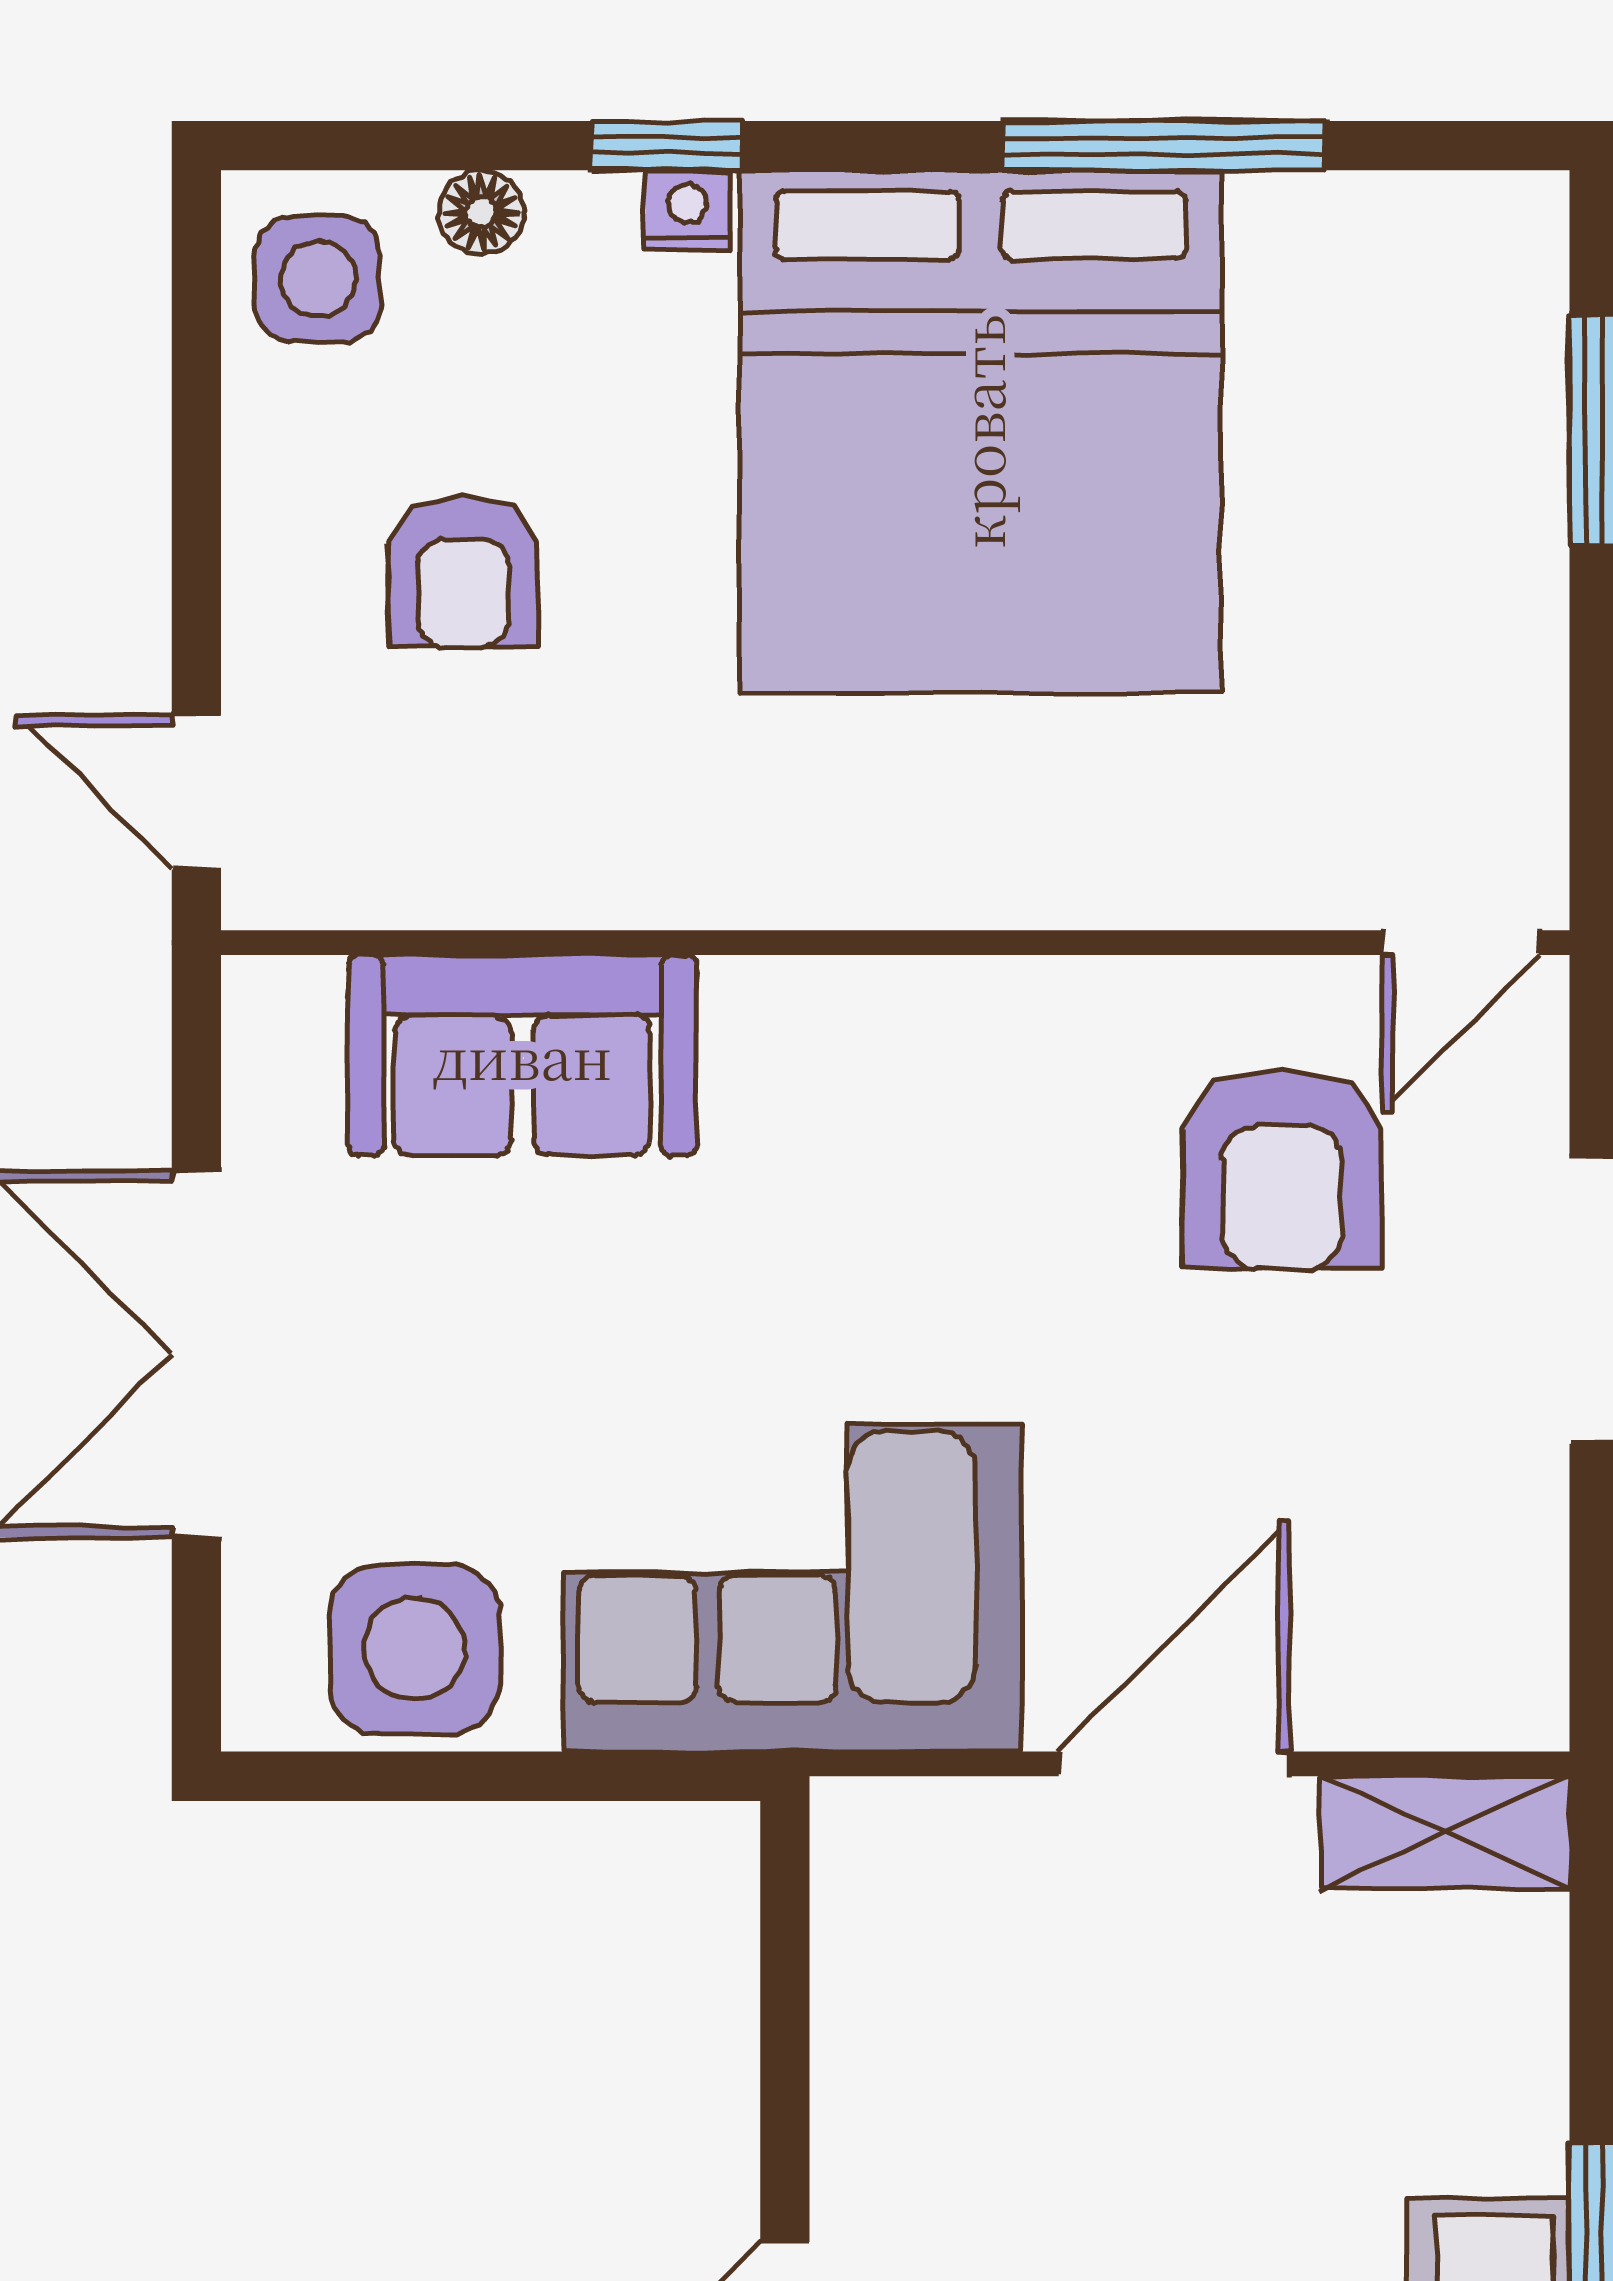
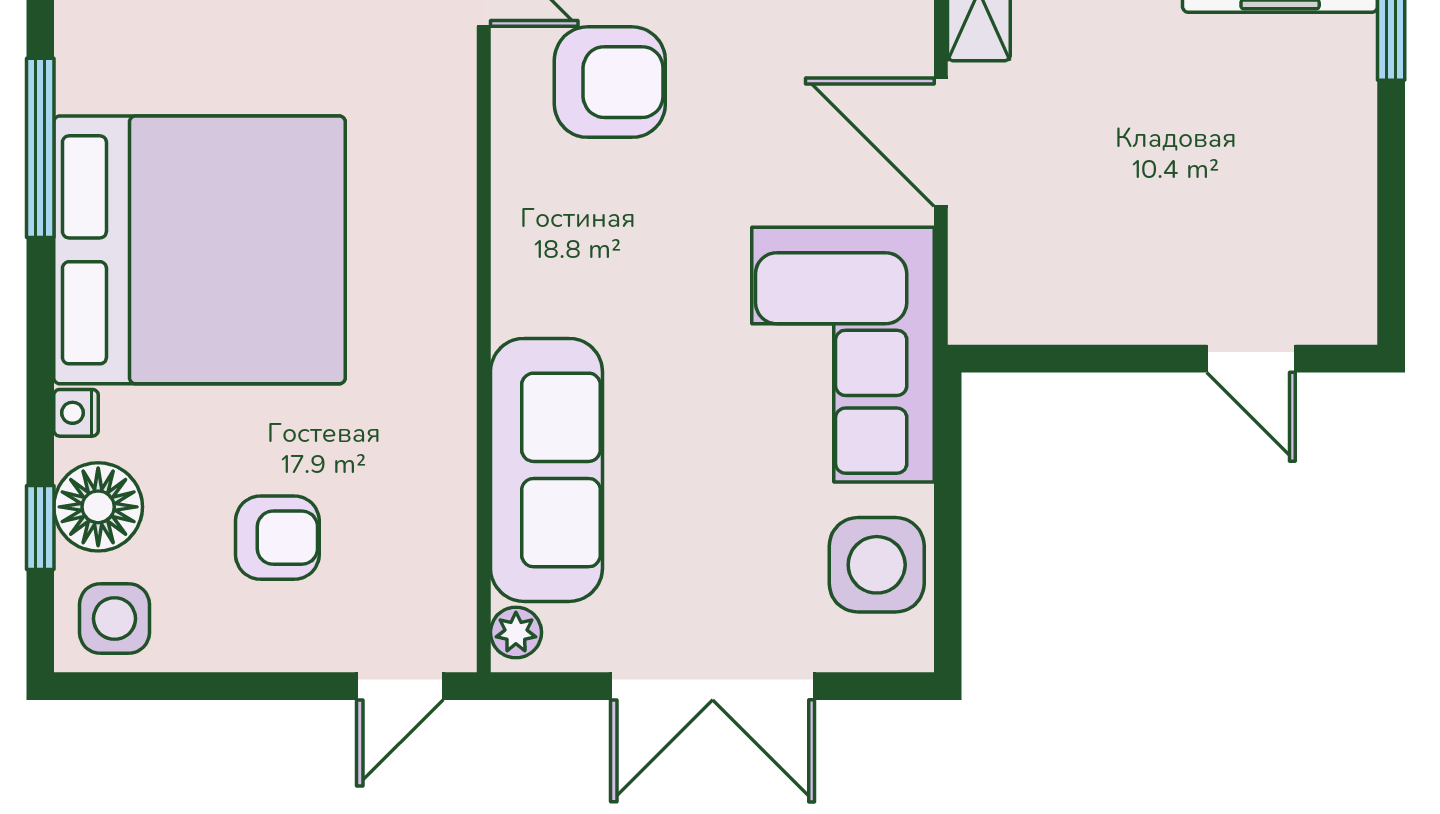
window: (667, 146) -> (40, 528), moved
floor lamp: (481, 212) -> (98, 507), width x1.89, depth x1.89
plant: (293, 1000) -> (516, 632), added
sofa: (522, 1055) -> (546, 470), width x1.36

